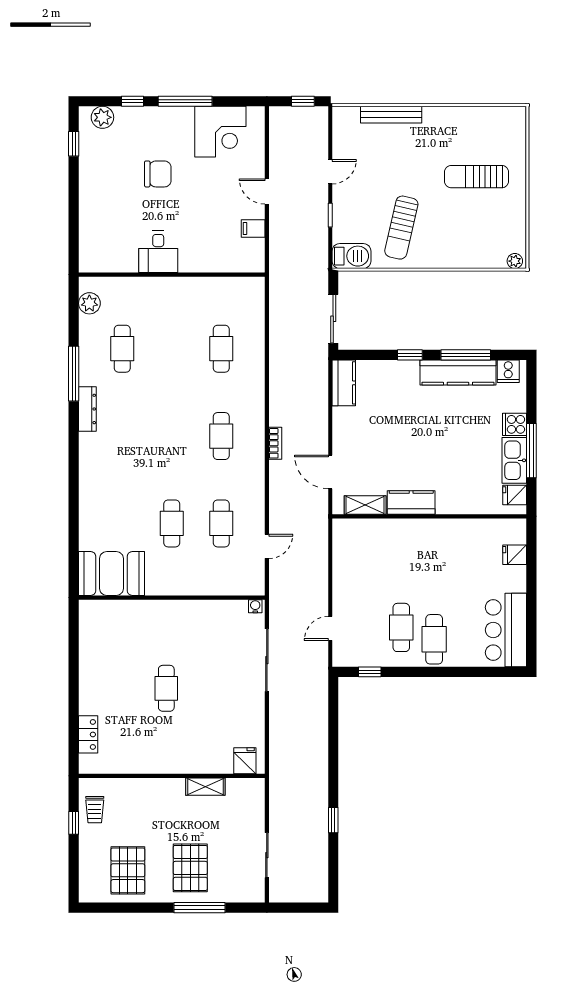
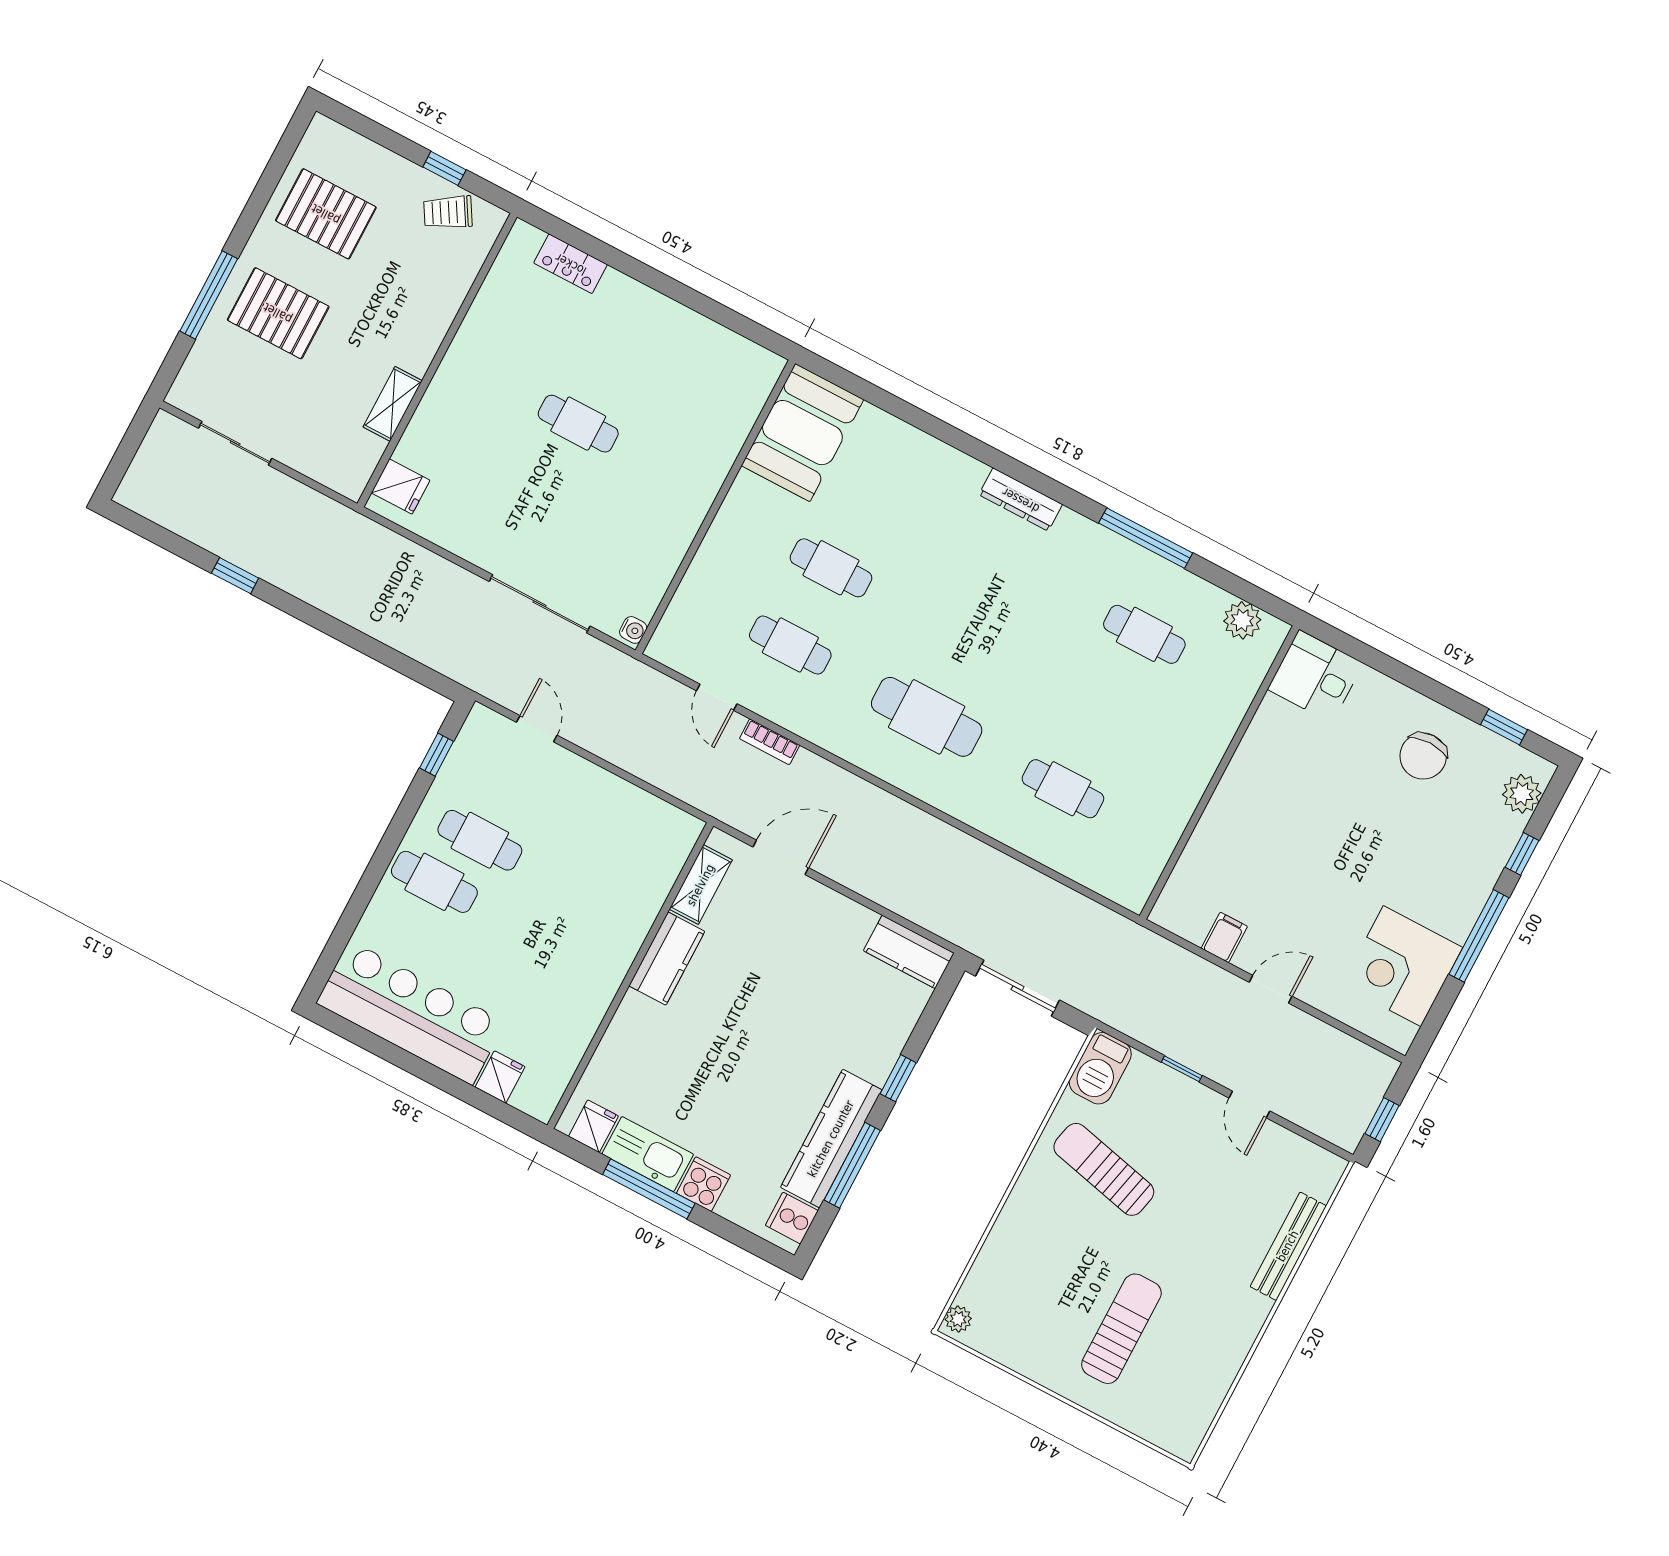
chair: (158, 174) -> (1423, 756), moved
desk: (158, 252) -> (1315, 676), moved
dresser: (87, 409) -> (1021, 500), moved
cafe table: (221, 436) -> (927, 717), width x1.37, depth x1.35
bookcase: (275, 443) -> (770, 742), moved
bar counter: (506, 630) -> (411, 1013), width x1.36
trolley: (95, 810) -> (448, 212), turned -31

